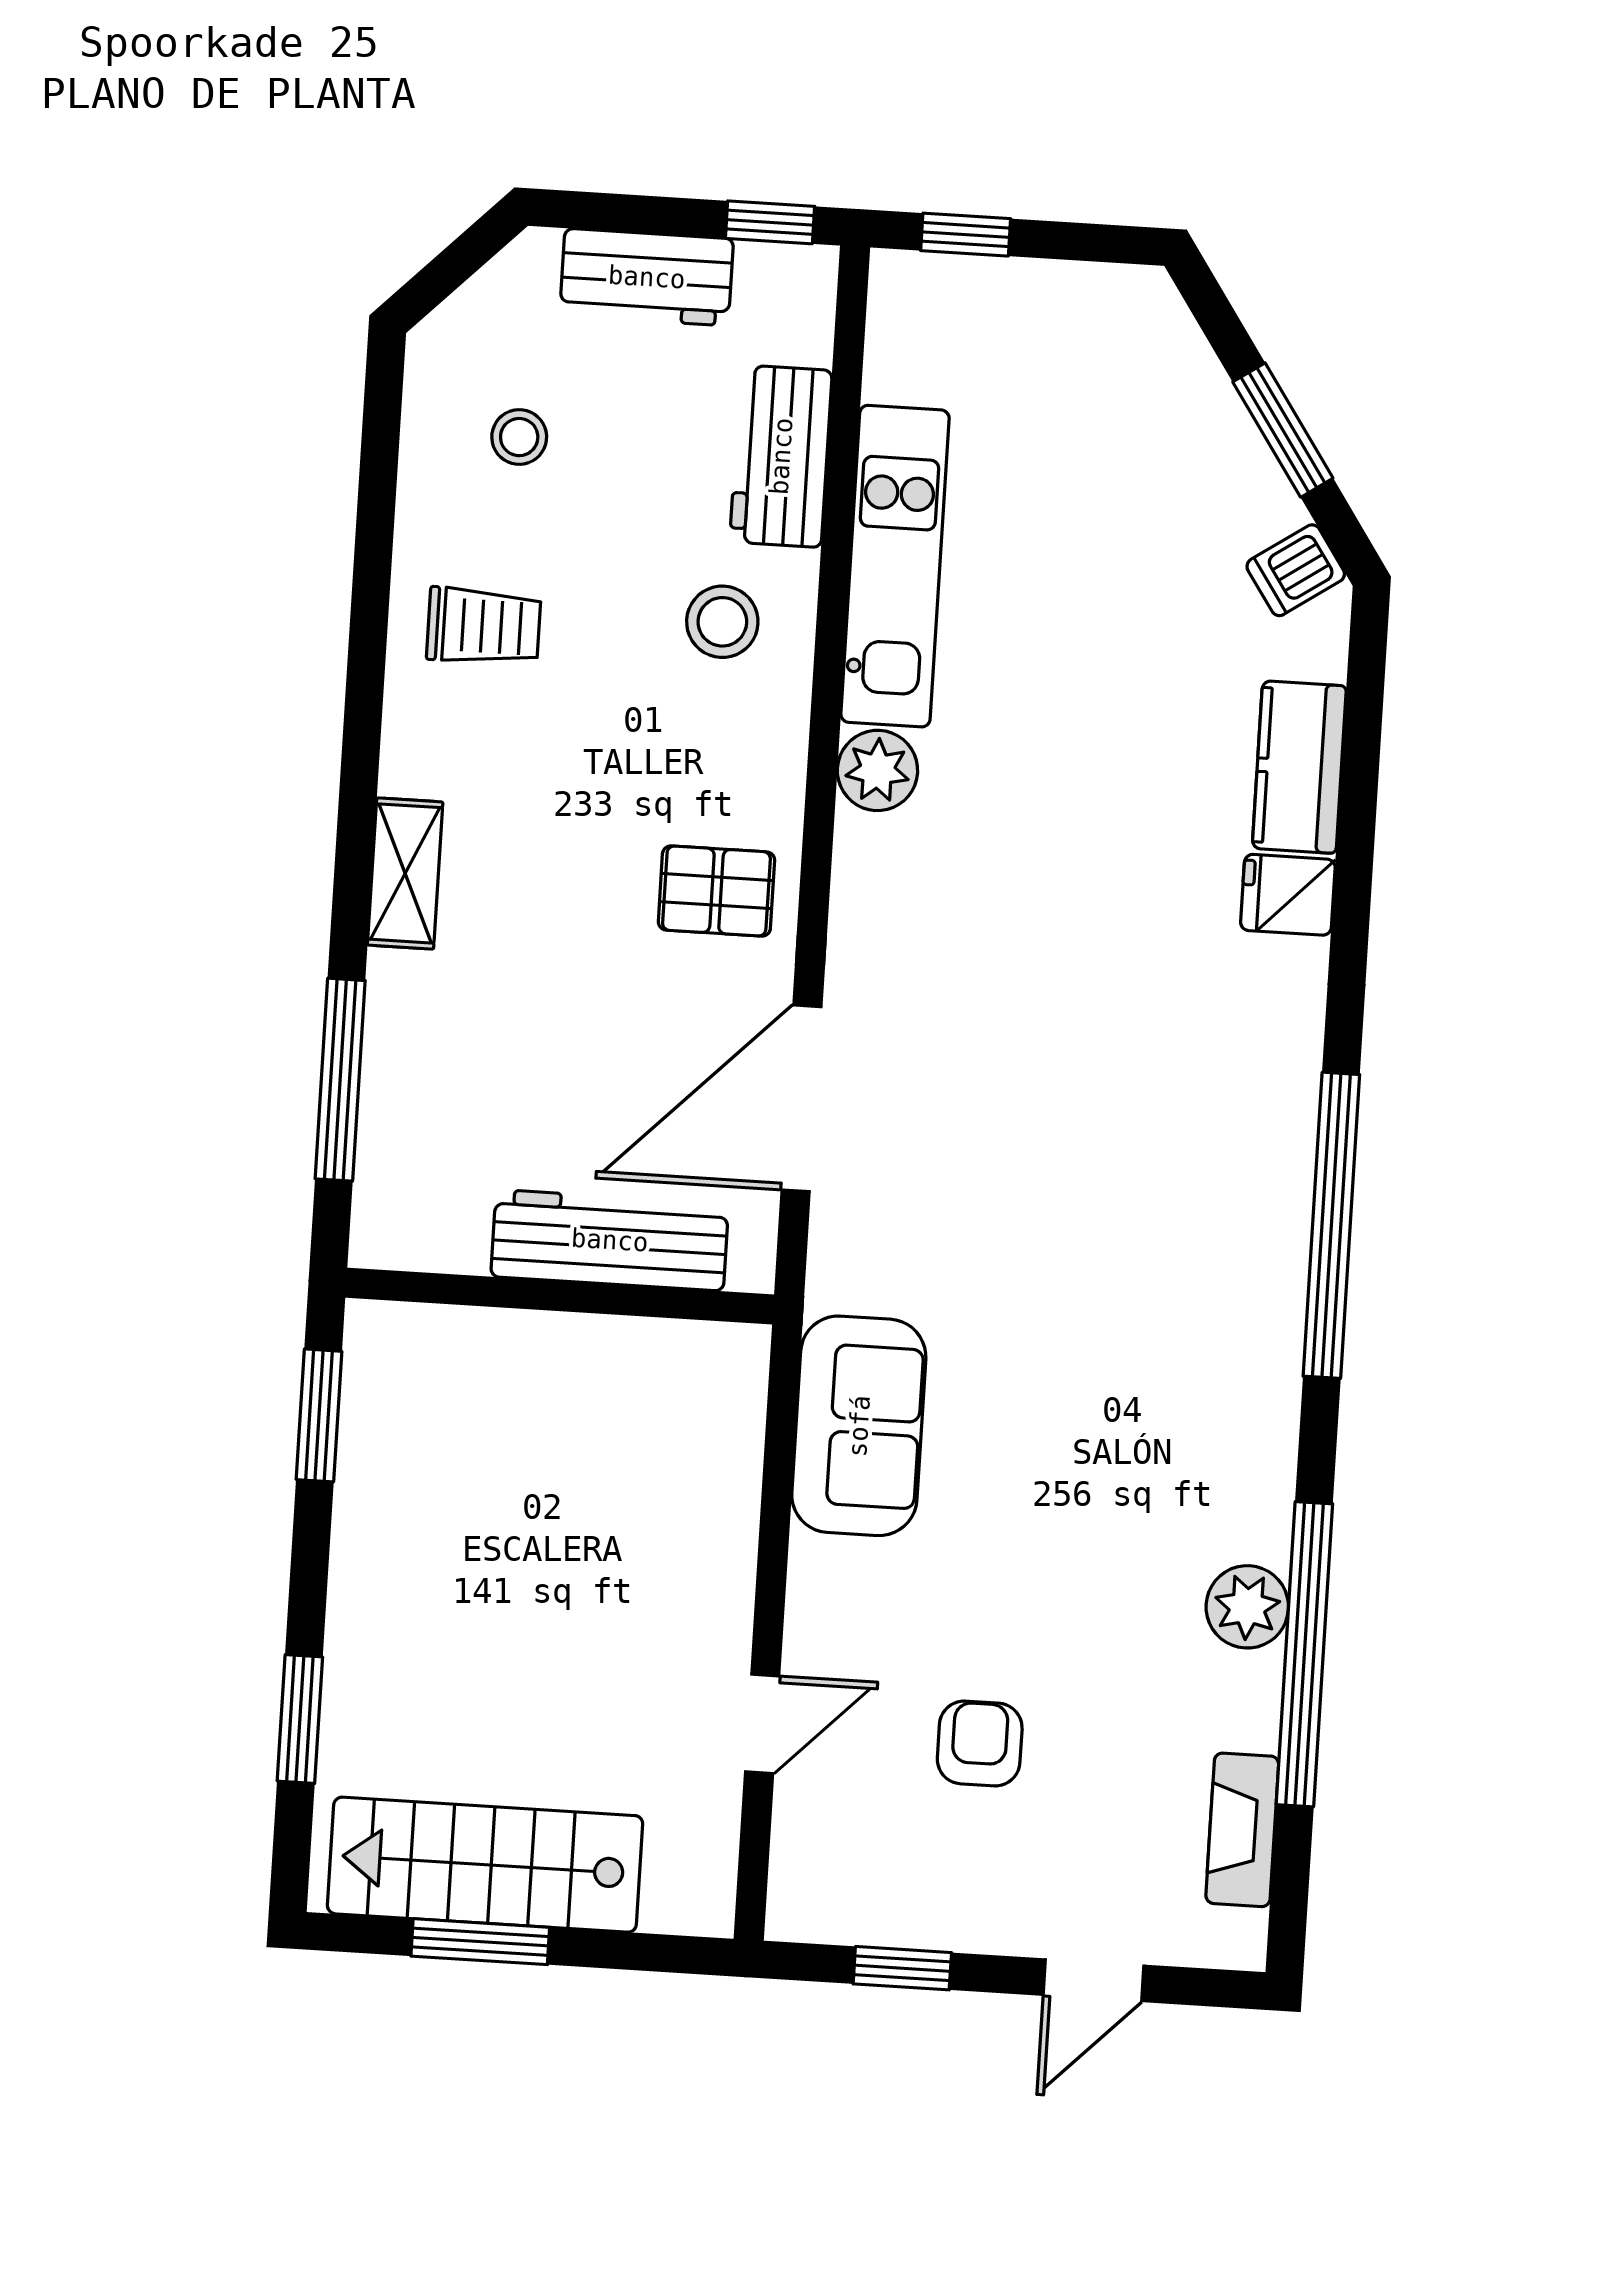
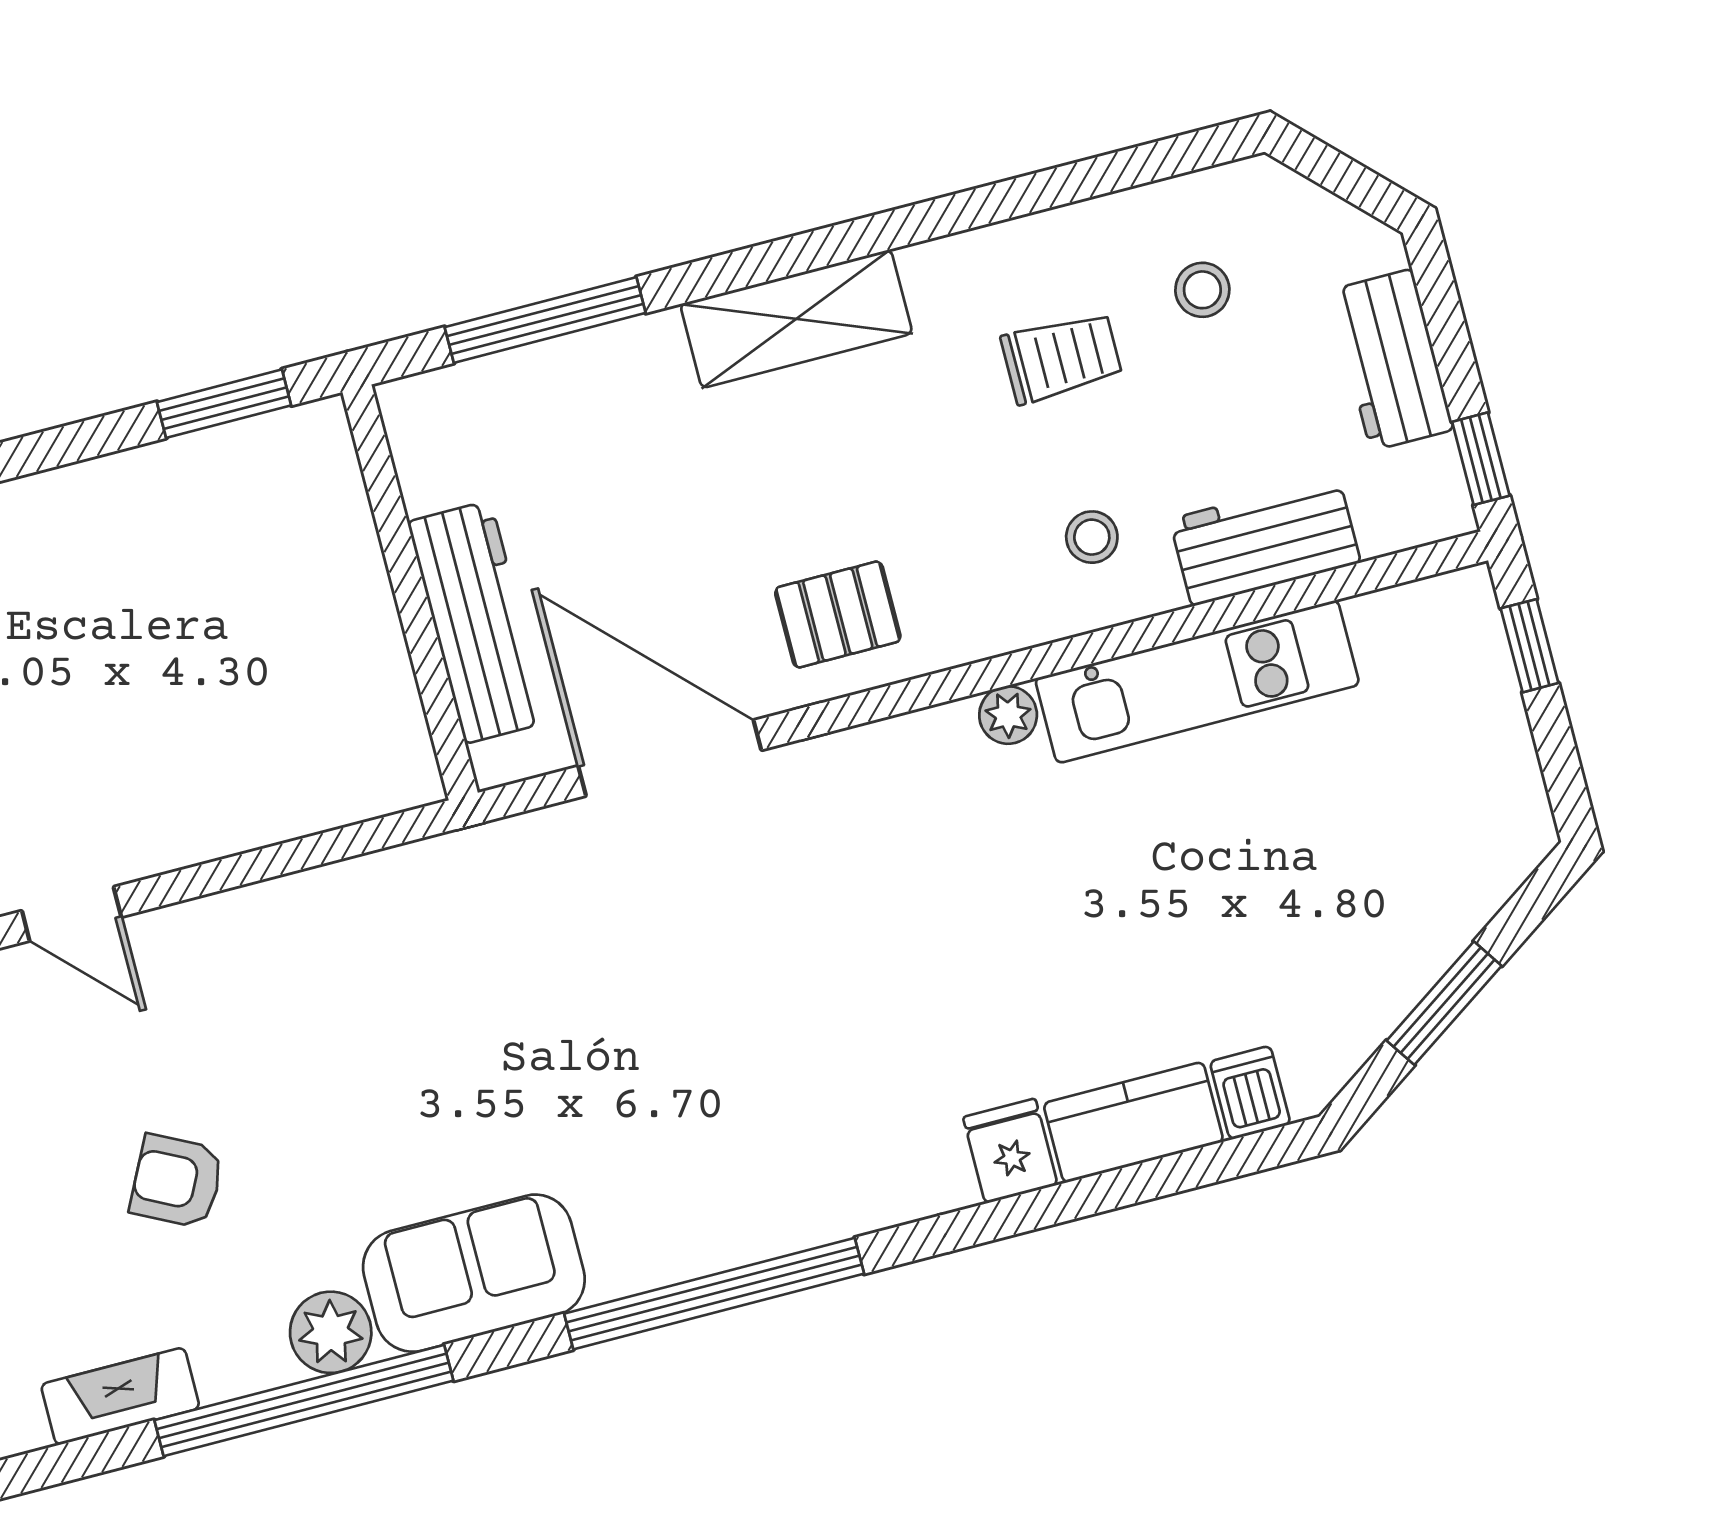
dishwasher: (1296, 570) -> (1250, 1093), moved, turned 34
stool: (722, 622) -> (1092, 537), width x0.73, depth x0.73
trolley: (484, 626) -> (1061, 357), moved, turned -90
plant: (877, 770) -> (1008, 715), width x0.73, depth x0.73
shelving: (405, 873) -> (796, 319), width x1.50, depth x1.33
pallet: (716, 891) -> (838, 615), turned 90
sofa: (859, 1426) -> (474, 1273), moved, turned 180
armchair: (980, 1743) -> (177, 1181), moved, turned -153

